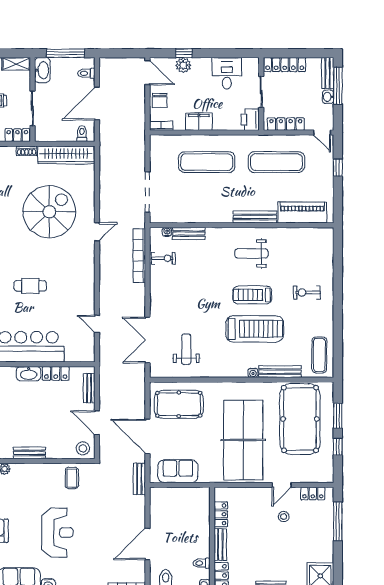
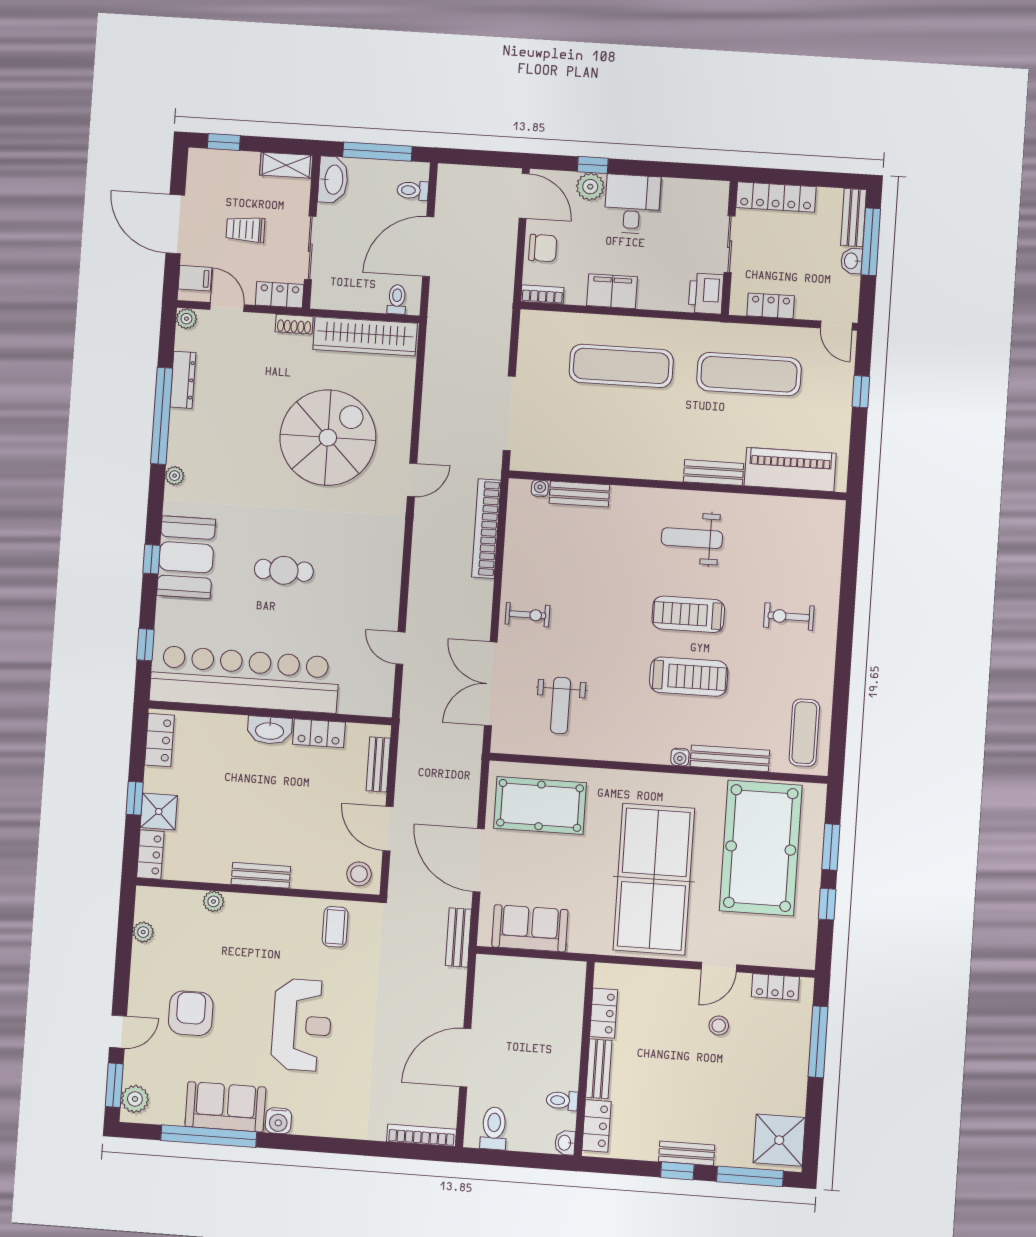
desk: (227, 73) -> (632, 204), moved
chair: (160, 100) -> (543, 248), turned -90
locker: (286, 124) -> (771, 306), width x0.66
bench: (255, 217) -> (714, 473), width x0.73
exercise bike: (163, 258) -> (527, 615), moved
treadmill: (255, 329) -> (689, 677), width x0.73, depth x0.73
weight bench: (186, 349) -> (561, 705), turned 180

